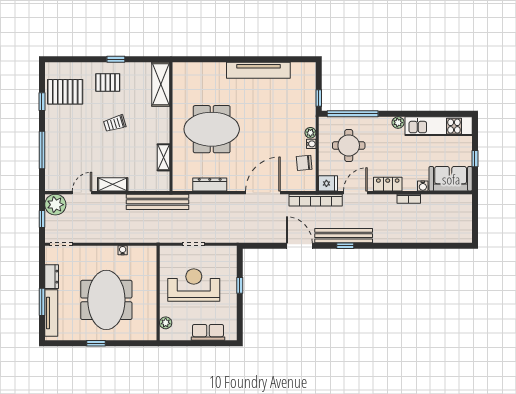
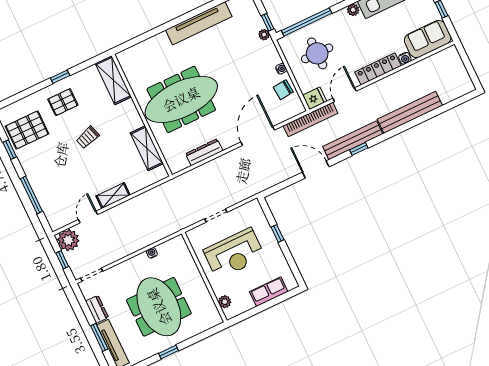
meeting table: (212, 129) -> (181, 99), width x1.36
plant: (310, 133) -> (264, 35), moved
shelving: (164, 157) -> (147, 148), width x1.50, depth x1.33
locker: (388, 184) -> (378, 69), width x1.53
bookcase: (409, 199) -> (397, 77), removed
bench: (158, 202) -> (410, 112), moved
reception desk: (194, 285) -> (234, 254), turned 180

